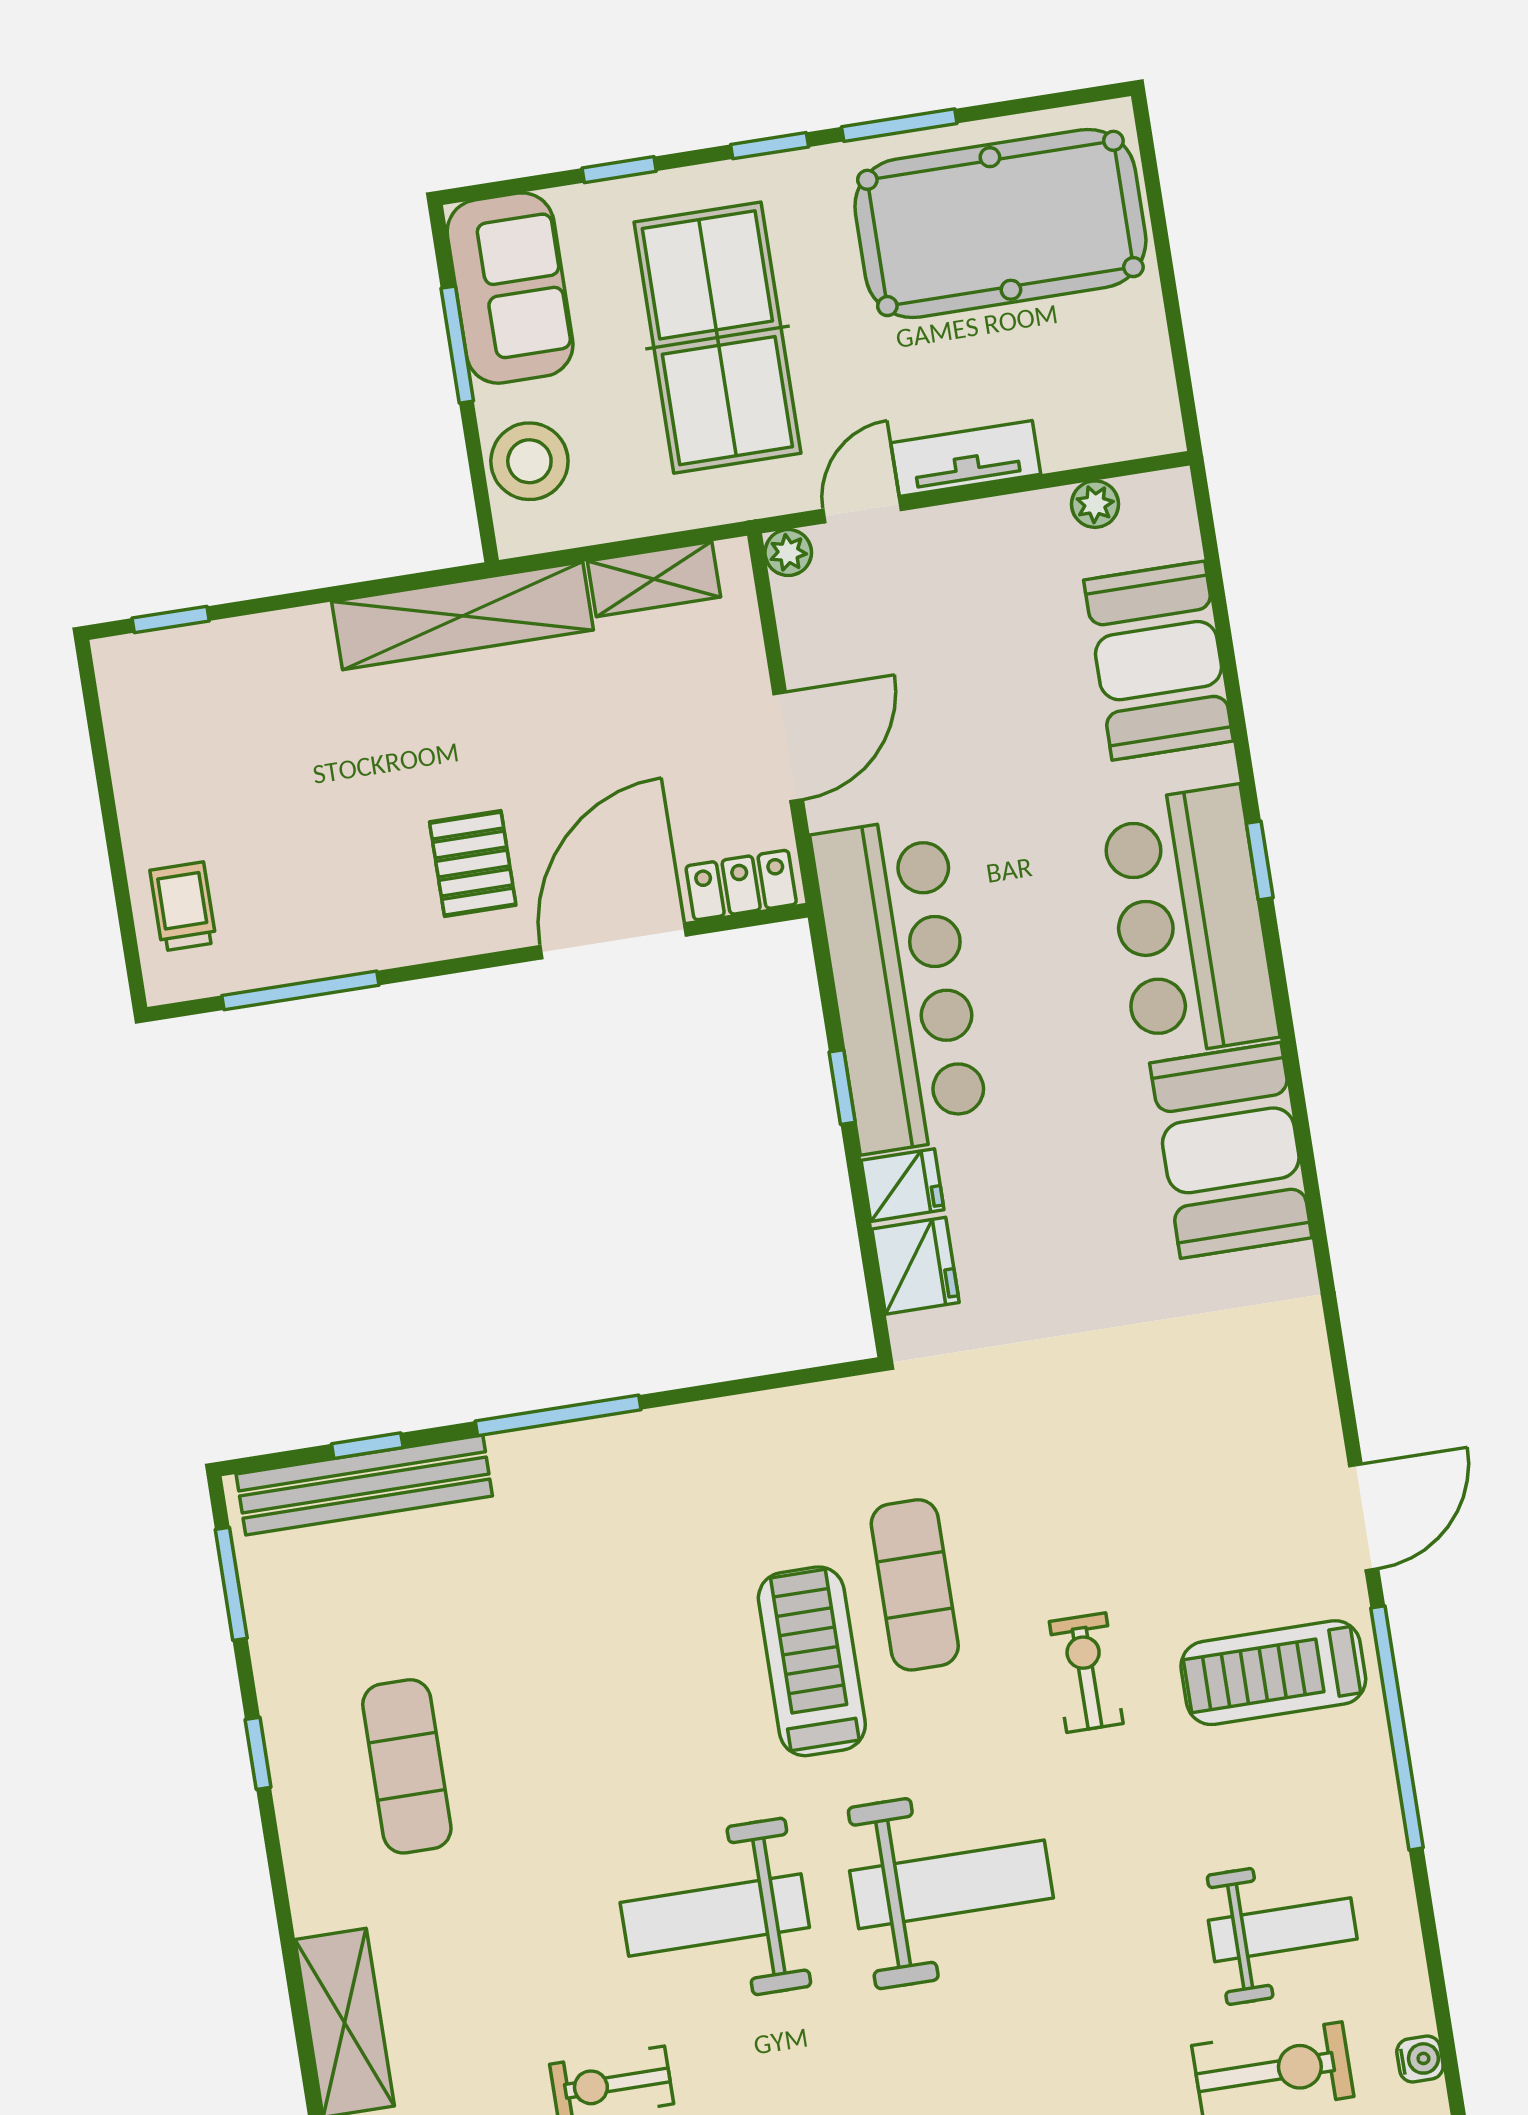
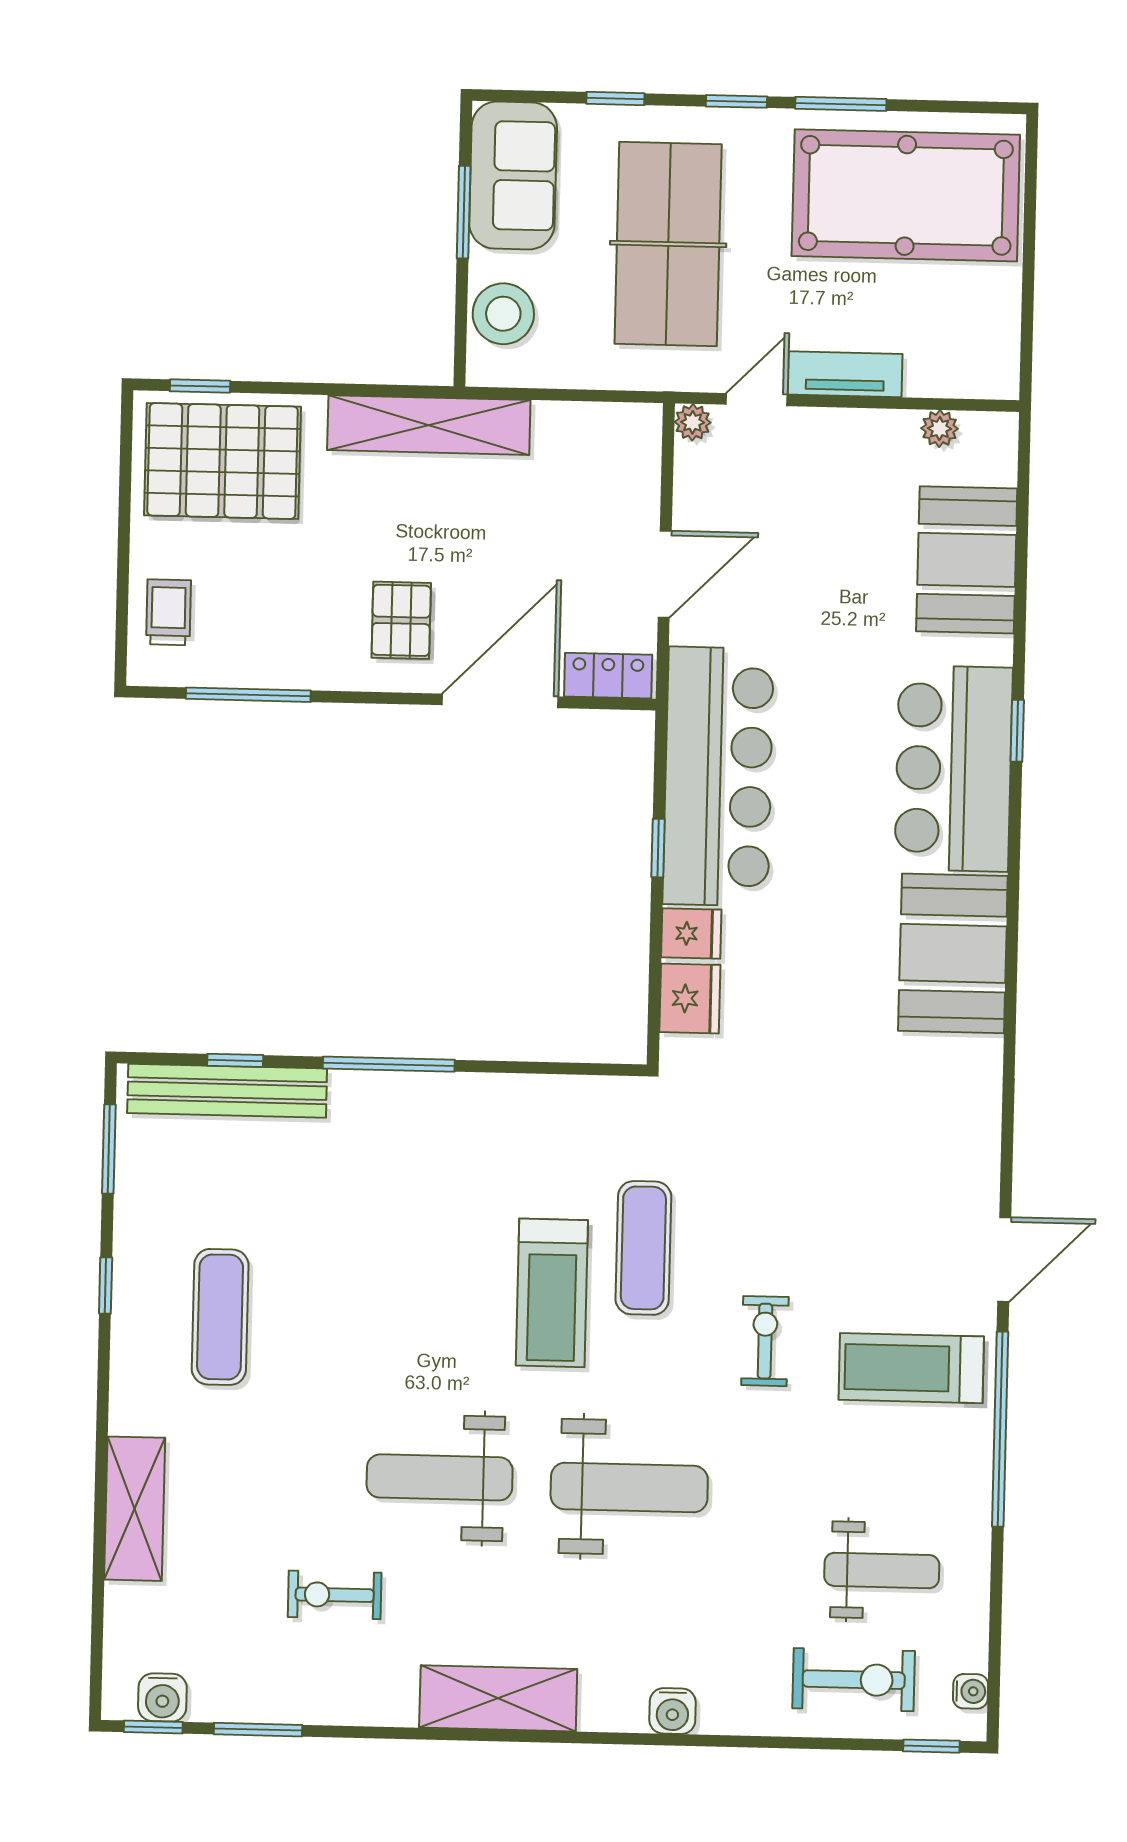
shelving: (654, 579) -> (584, 424), removed
pallet: (216, 707) -> (223, 461), added
treadmill: (812, 1661) -> (552, 1293), turned 180

